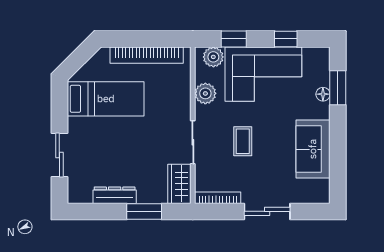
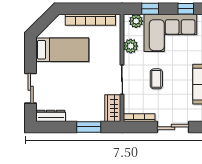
dresser: (115, 195) -> (51, 116), moved

